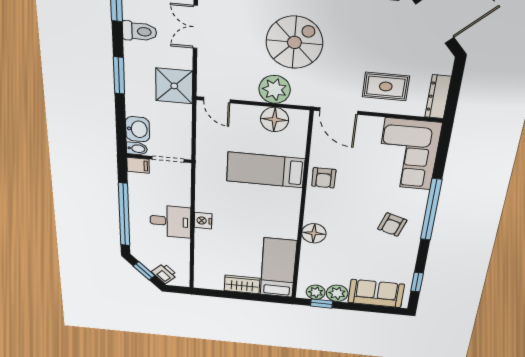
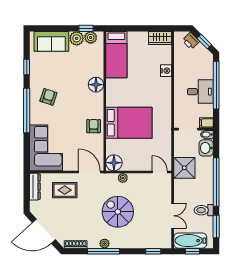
spiral stairs: (294, 42) -> (118, 212), turned 90
window: (119, 75) -> (216, 182), width x2.11
shower: (174, 86) -> (184, 168), moved
plant: (275, 89) -> (123, 178), width x0.53, depth x0.53
floor lamp: (275, 120) -> (114, 163), moved
bed: (266, 170) -> (129, 123), width x1.50
desk: (170, 221) -> (200, 92), moved, turned 180
nightstand: (203, 221) -> (166, 71), moved
window: (417, 282) -> (27, 67), moved
wardrobe: (242, 284) -> (160, 38), moved

